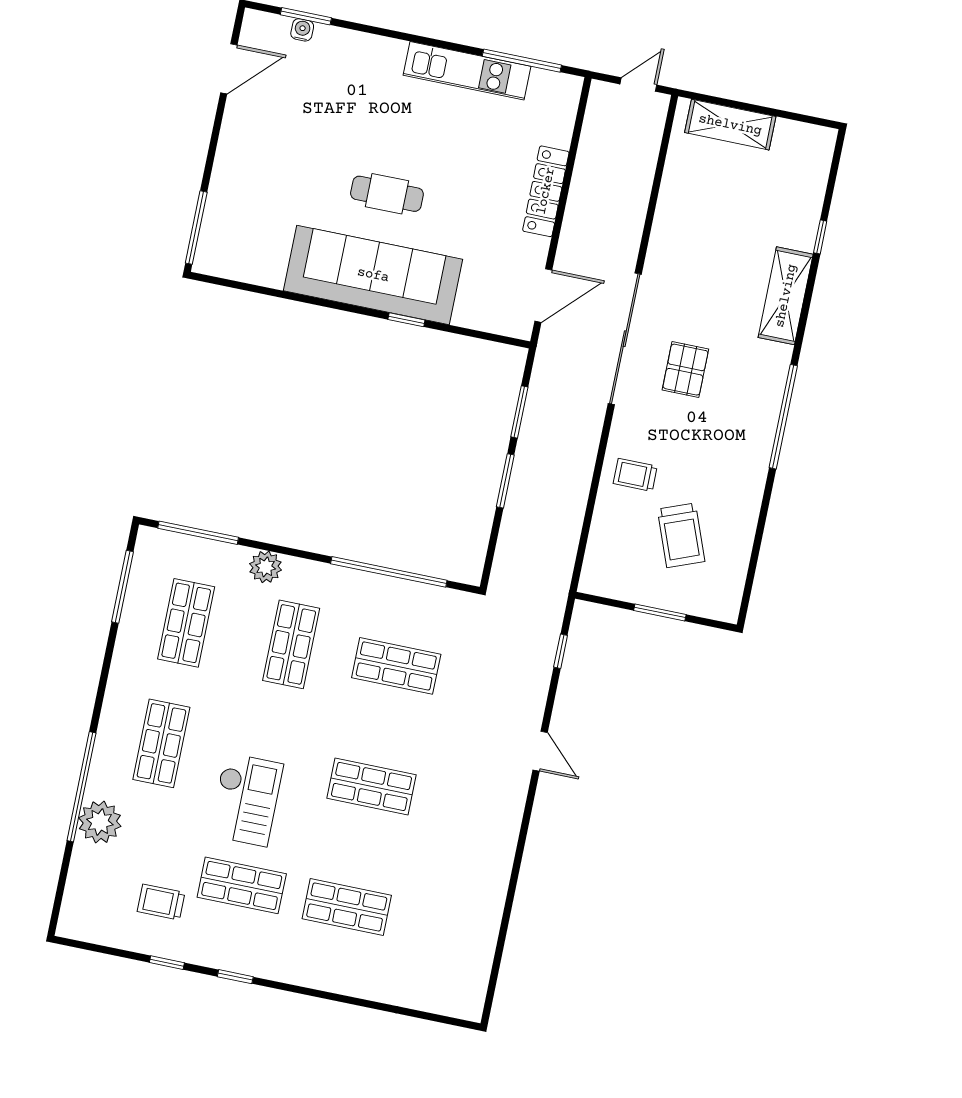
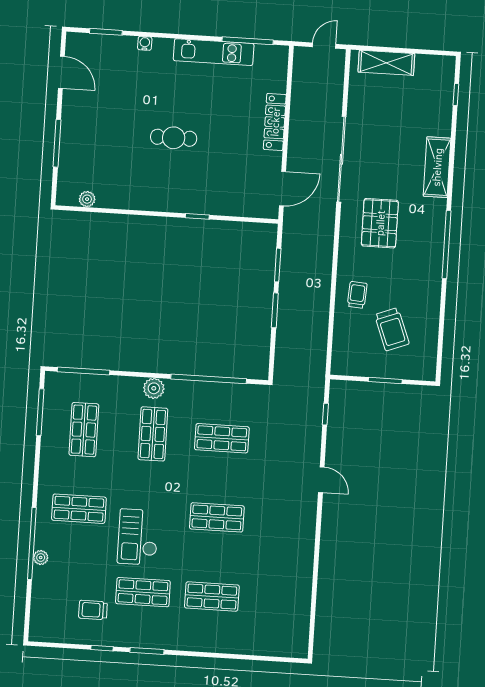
water cooler: (302, 30) -> (145, 43), moved
door: (229, 69) -> (61, 72), hinge flipped
window: (196, 228) -> (57, 143), moved
window: (820, 237) -> (456, 94), moved
plant: (241, 269) -> (87, 199), added
sofa: (373, 275) -> (172, 191), removed
sliding door: (625, 339) -> (341, 159), moved
pallet: (685, 370) -> (380, 223), width x1.50, depth x1.42
trolley: (635, 475) -> (357, 295), turned 94
plant: (266, 567) -> (154, 388), moved
shop shelf: (161, 743) -> (79, 509), turned 90
checkout: (246, 800) -> (138, 537), turned 180
plant: (100, 822) -> (41, 558), width x0.53, depth x0.53
window: (235, 977) -> (147, 651), width x1.50

